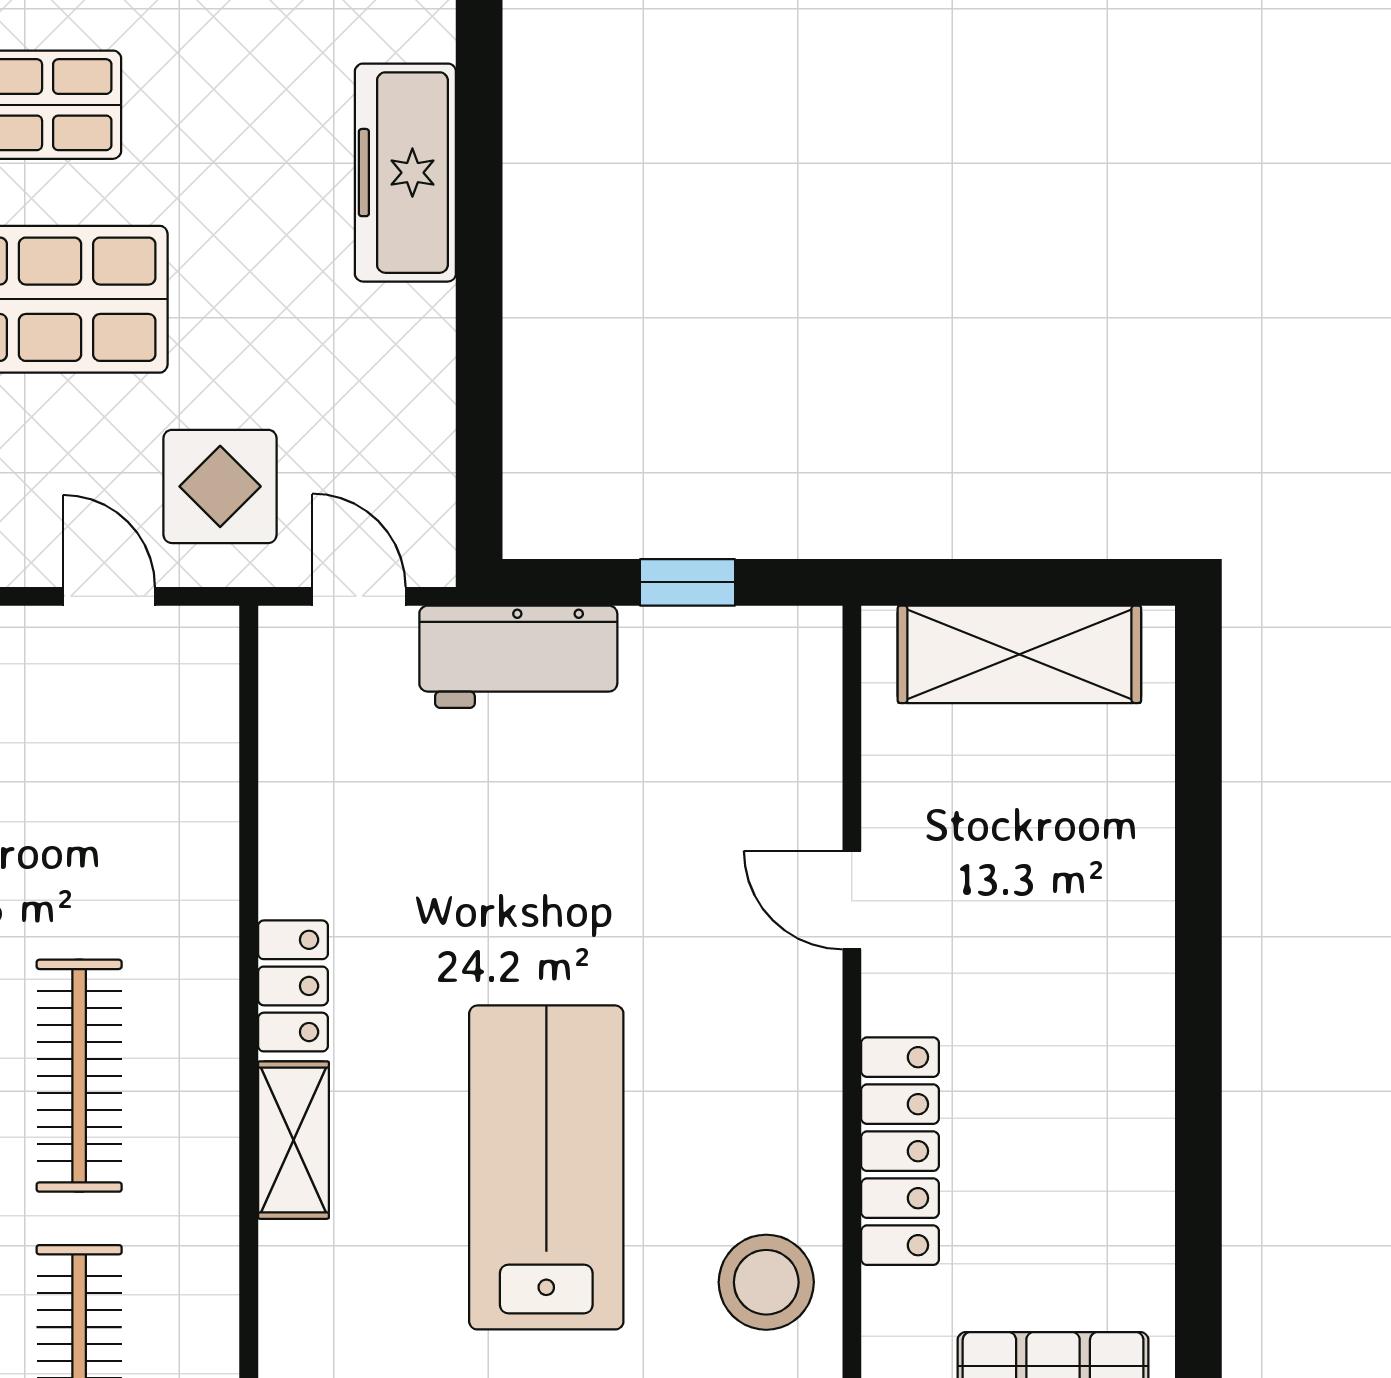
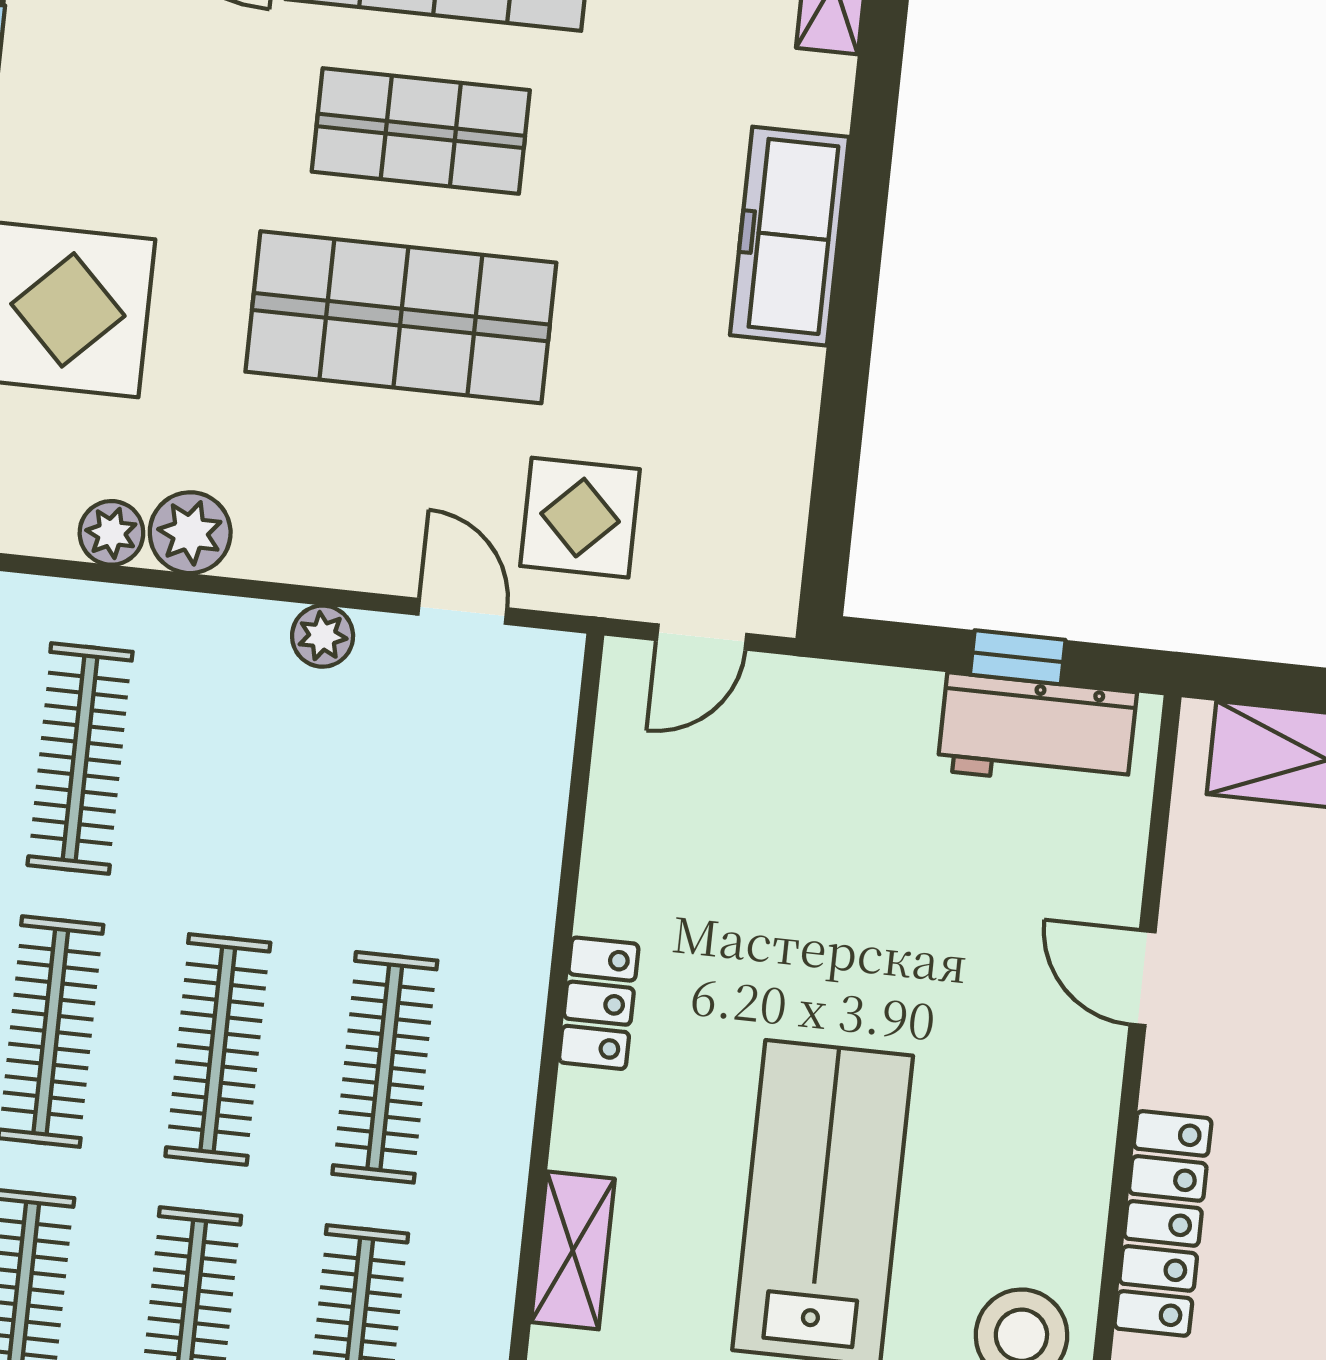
door: (359, 596) -> (702, 637), swing flipped
workbench: (518, 657) -> (1037, 731), moved
shelving: (293, 1140) -> (573, 1250), moved

